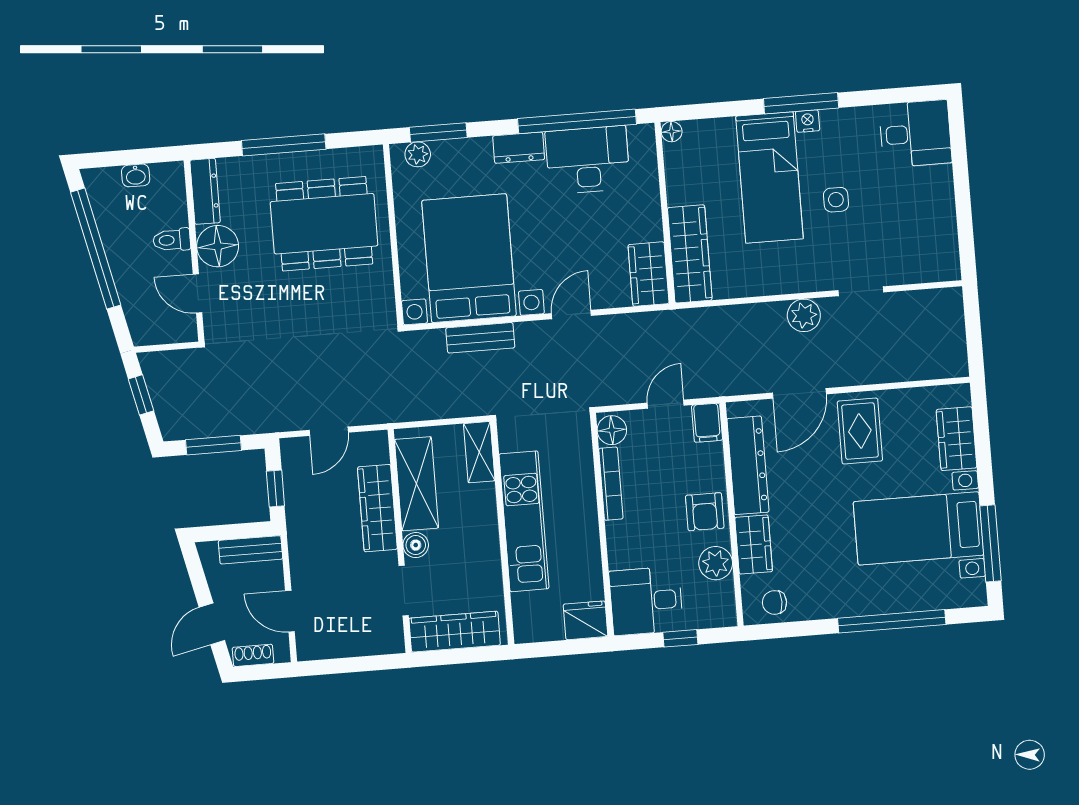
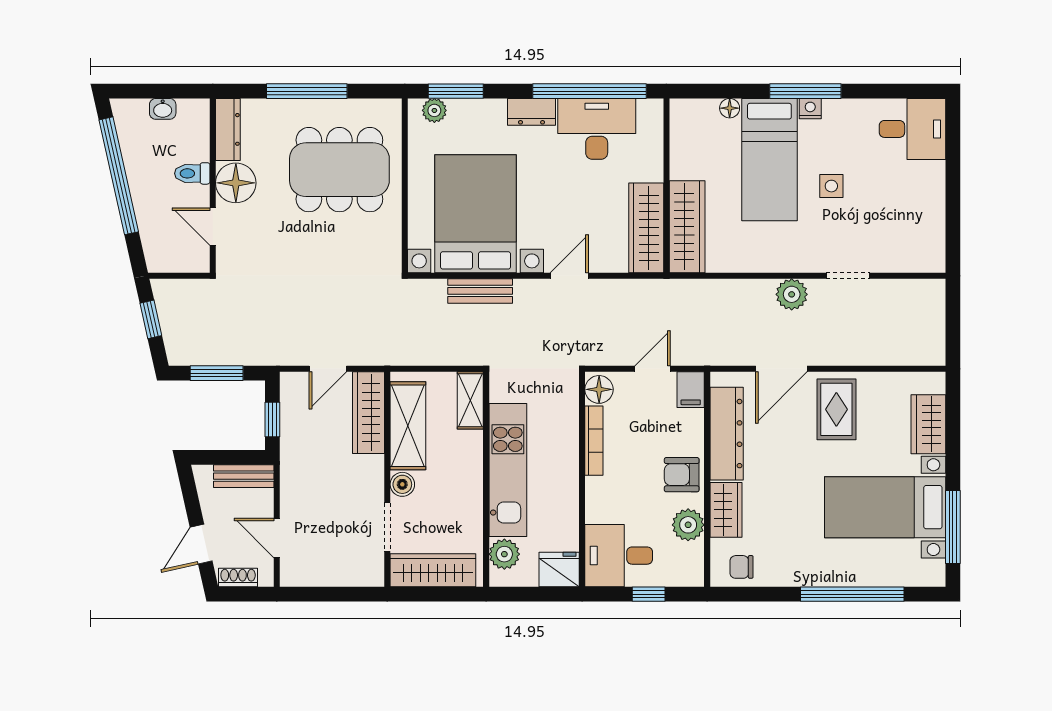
floor lamp: (672, 132) -> (730, 108), moved
wardrobe: (649, 274) -> (646, 228), width x1.50
wardrobe: (377, 508) -> (368, 413), moved
armchair: (705, 512) -> (682, 475), turned 90
plant: (527, 609) -> (504, 554), added

